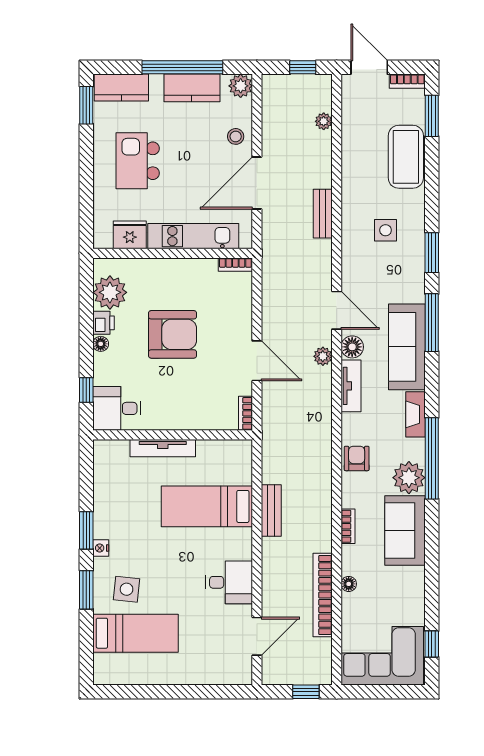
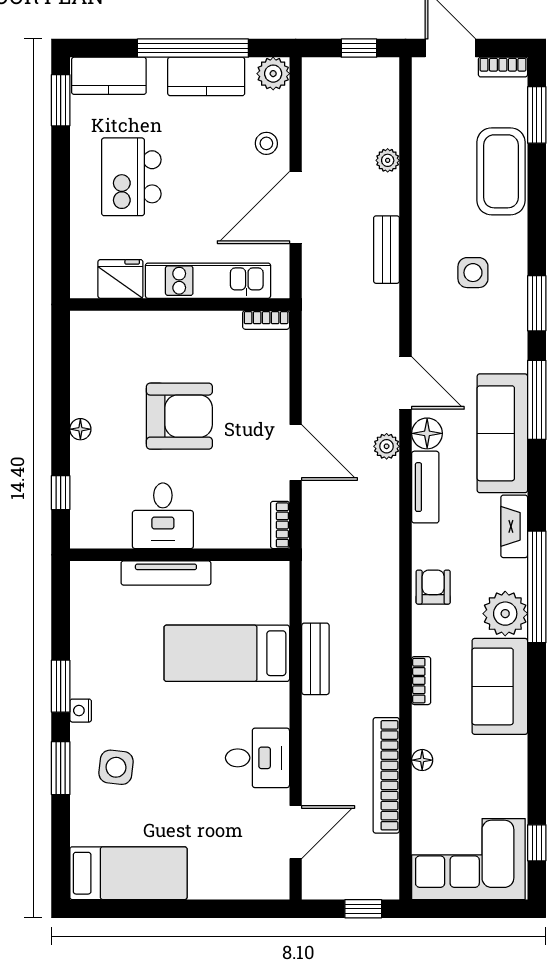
plant: (324, 121) -> (388, 160), moved
plant: (110, 292) -> (93, 358), removed
printer: (104, 323) -> (84, 400), removed
desk: (117, 408) -> (163, 516), moved, turned -90
bed: (136, 633) -> (128, 873), moved

